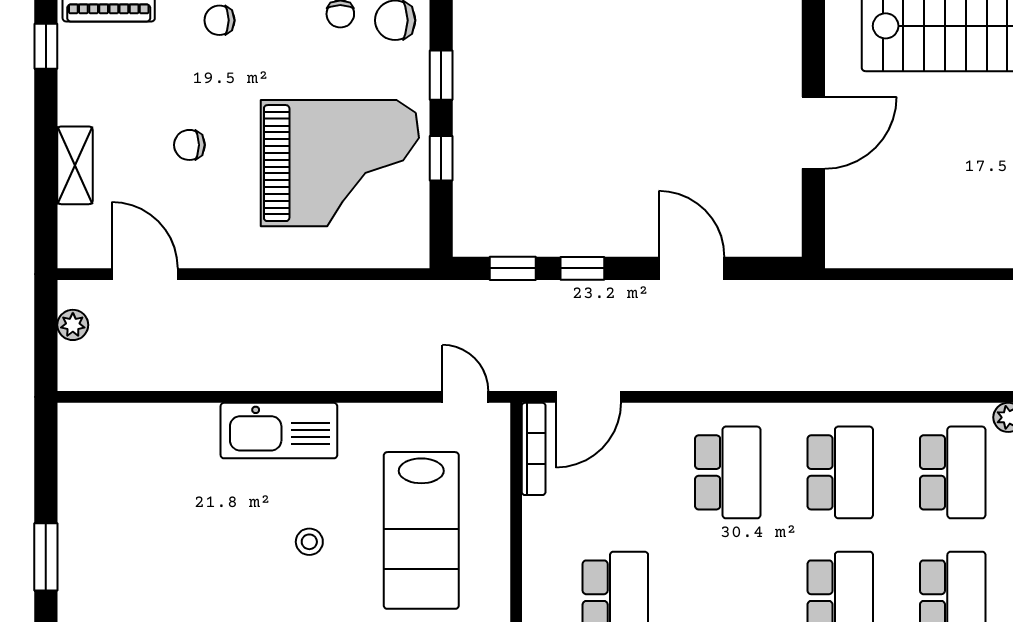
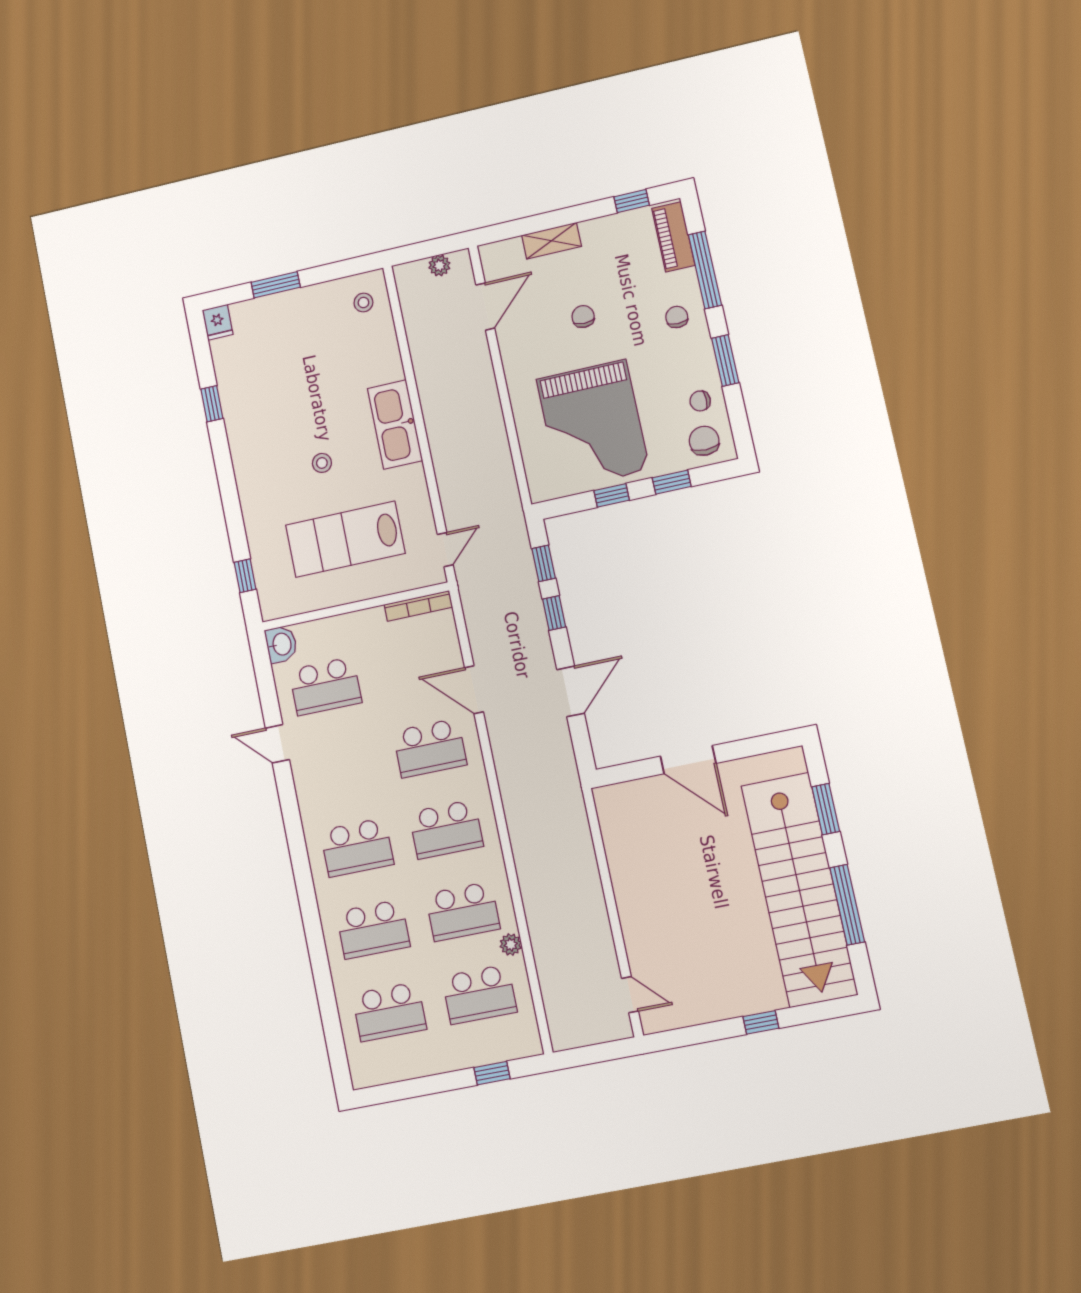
door: (588, 397) -> (474, 690), moved
stool: (100, 440) -> (363, 302), added

